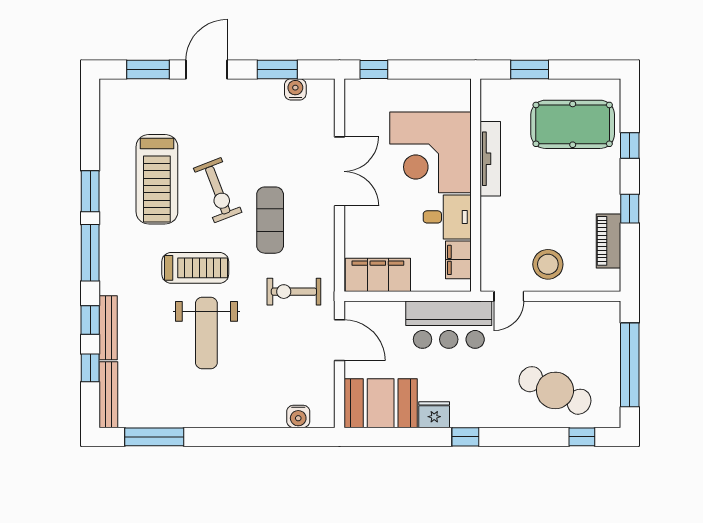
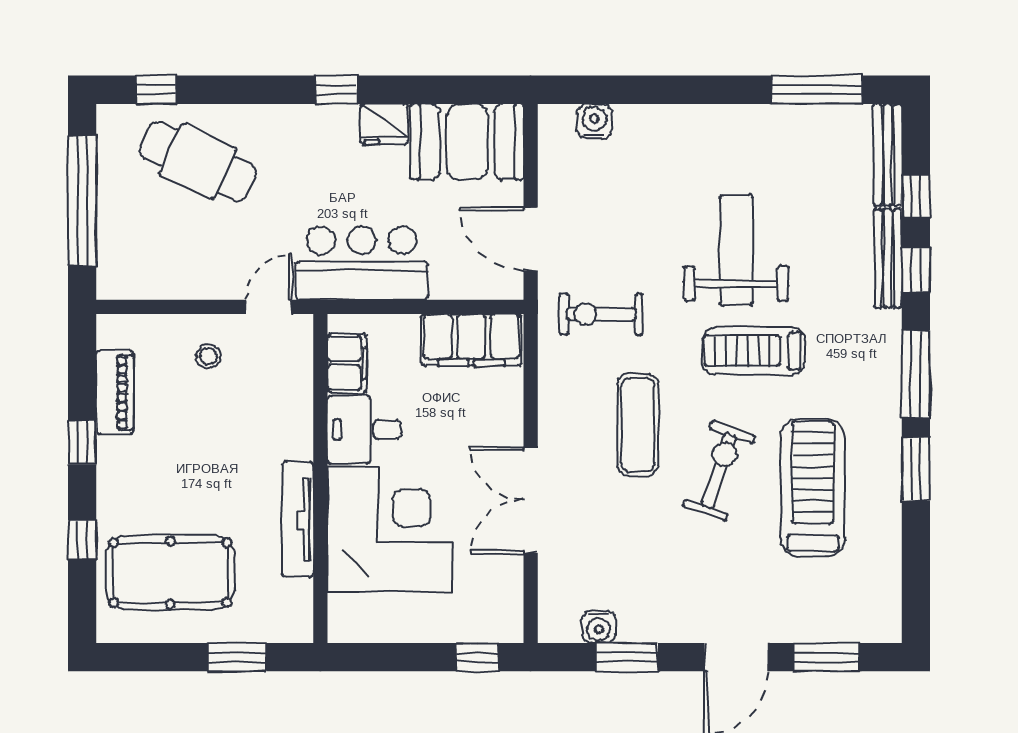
exercise bike: (218, 190) -> (719, 471), turned 40
stool: (548, 264) -> (209, 356), width x0.53, depth x0.53
exercise bike: (294, 292) -> (601, 314), turned 180

